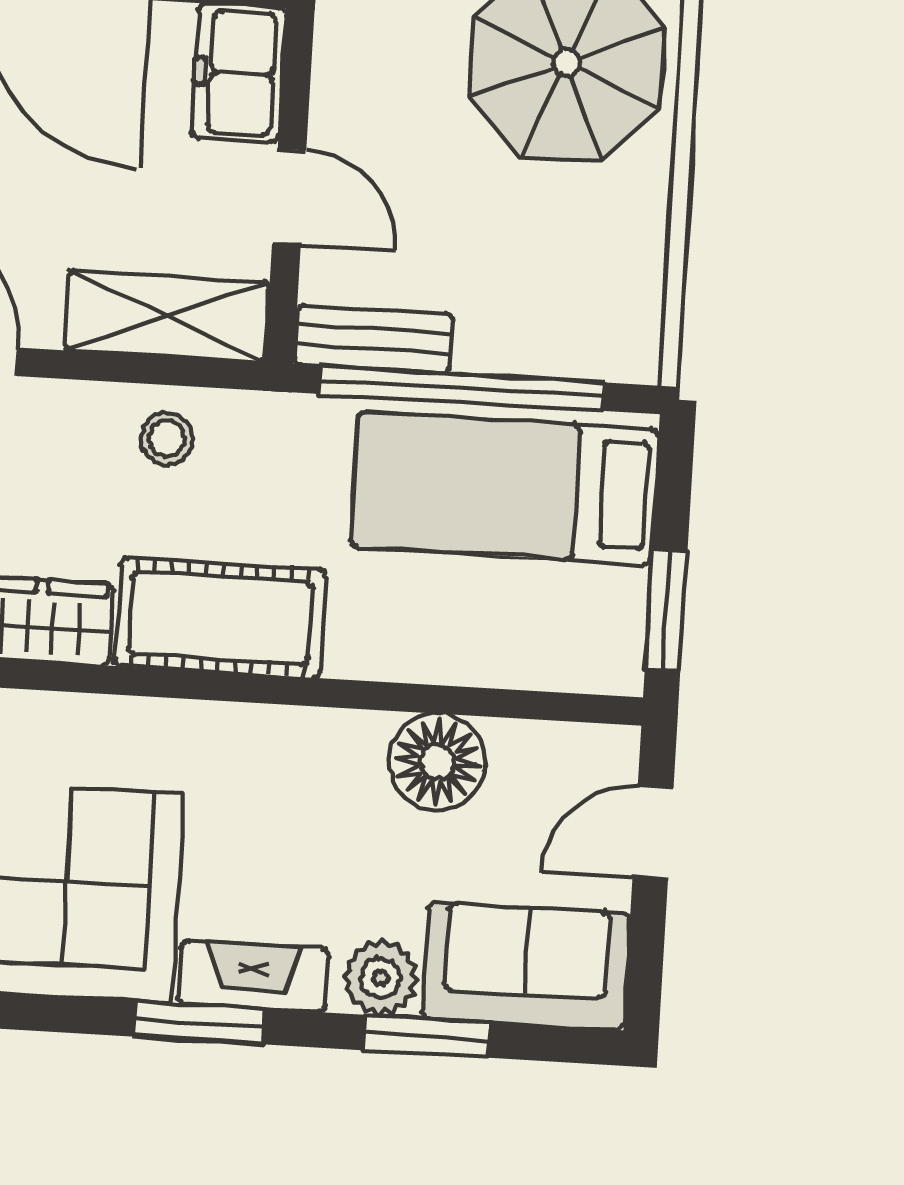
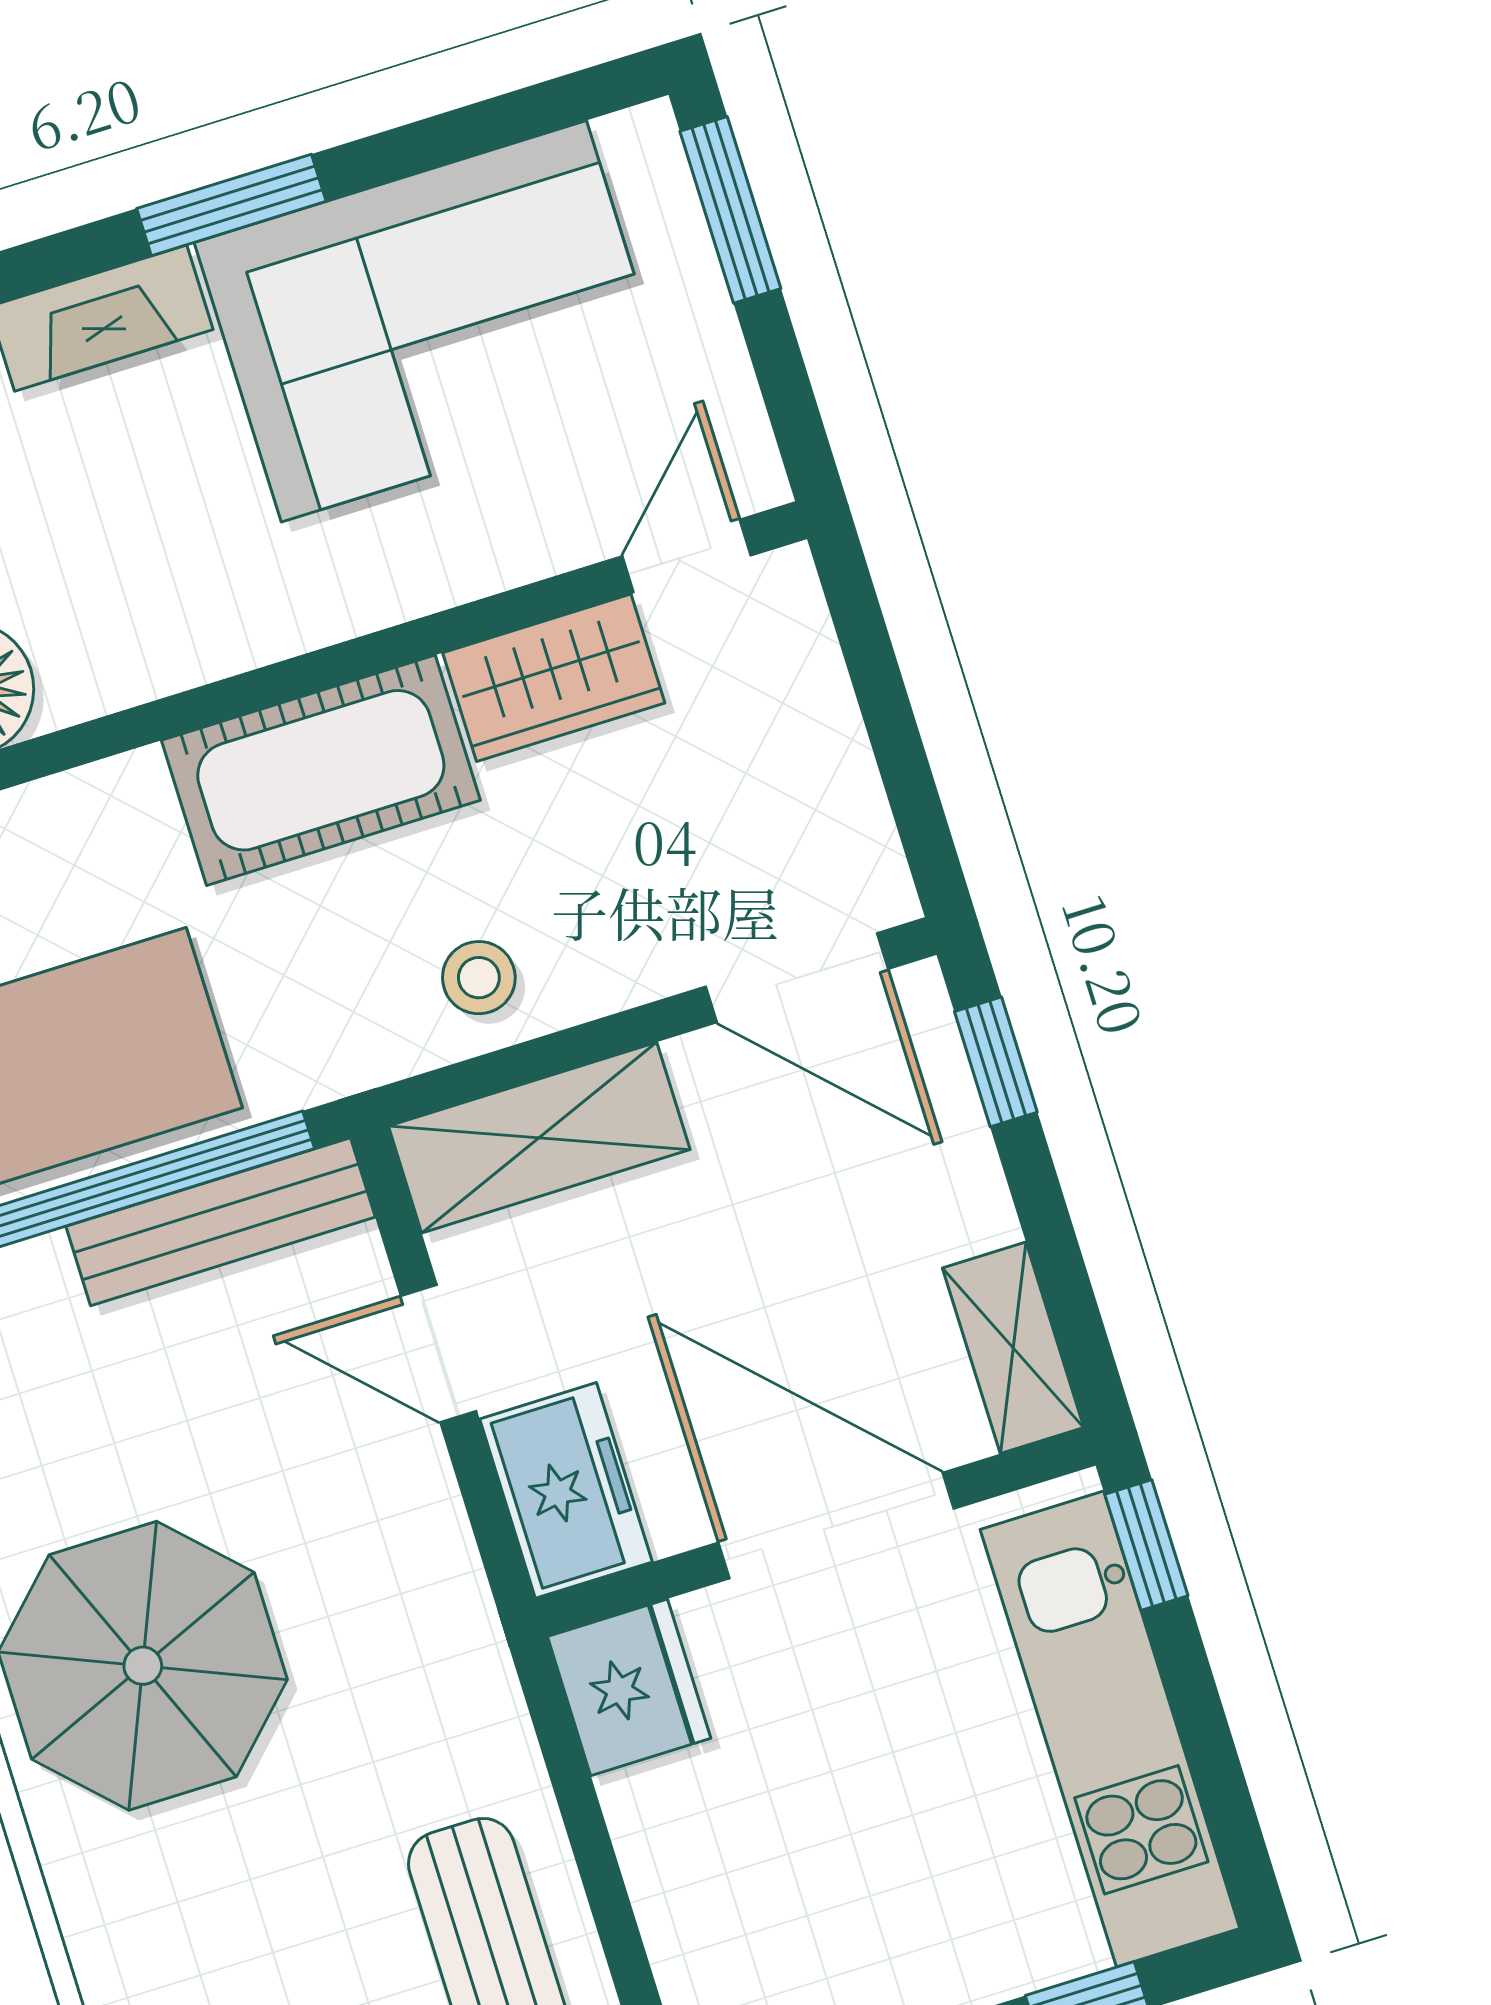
bench: (373, 339) -> (221, 1222), width x1.36
window: (199, 1023) -> (231, 205), moved

